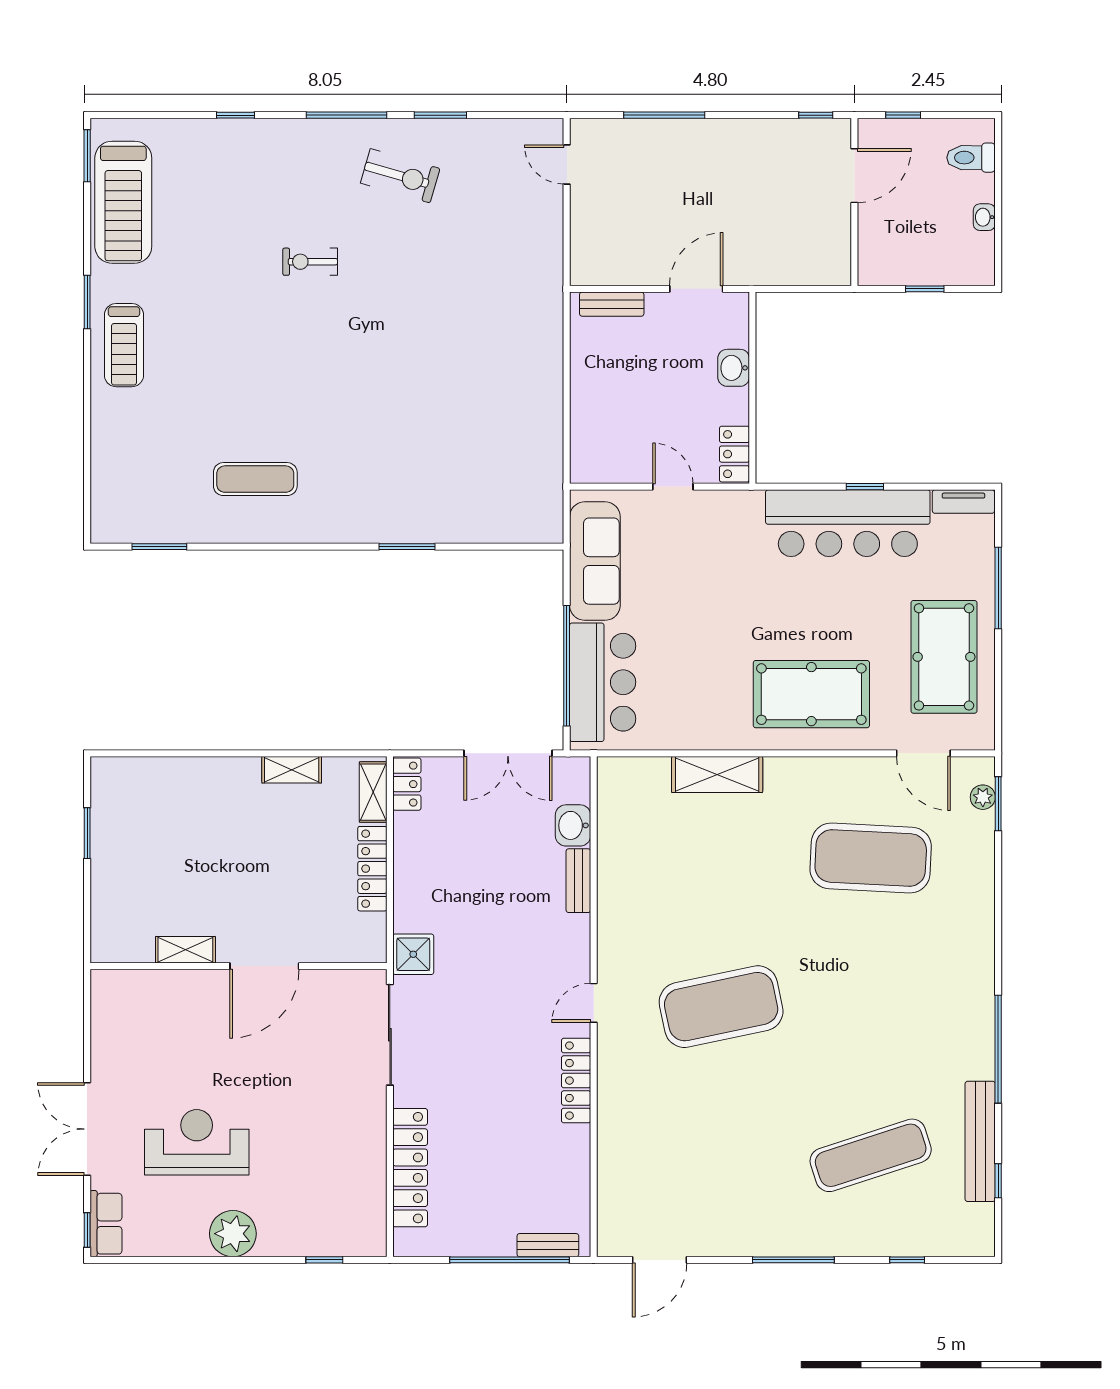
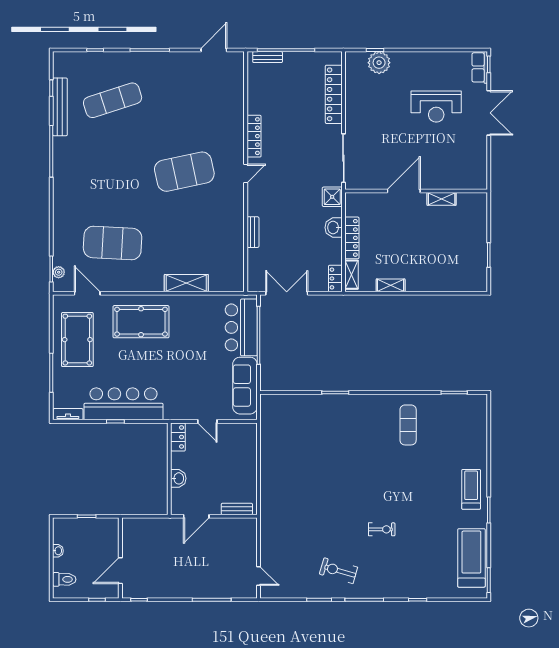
exercise mat: (255, 479) -> (408, 425), turned 90
washbasin: (573, 825) -> (334, 228), moved, turned 180
plant: (233, 1234) -> (379, 63), moved

